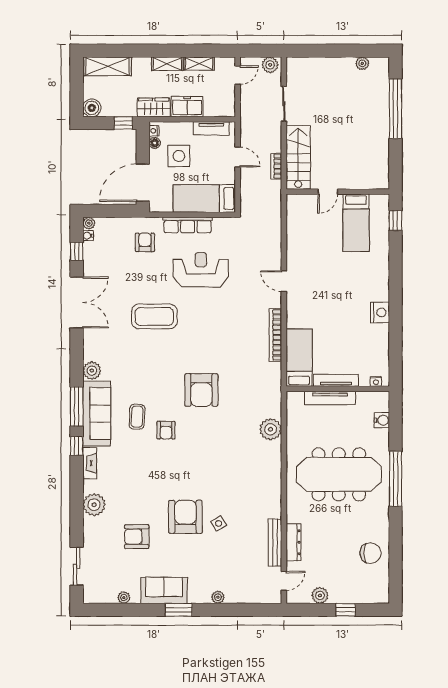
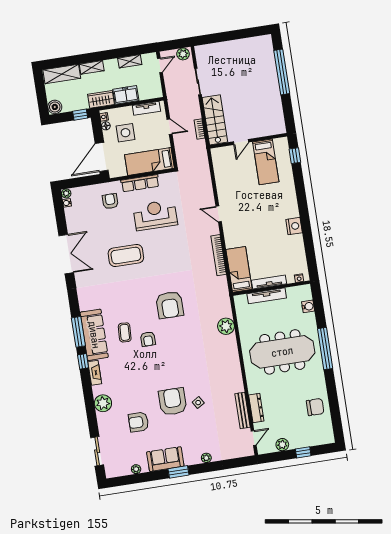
plant: (362, 63) -> (252, 42), removed
shelving: (167, 64) -> (92, 67), moved
window: (77, 251) -> (60, 216), removed
plant: (92, 371) -> (86, 303), removed

